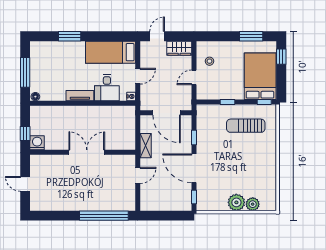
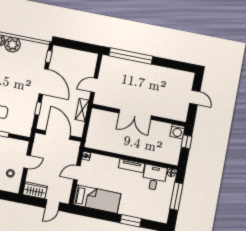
desk: (107, 88) -> (154, 178), moved

